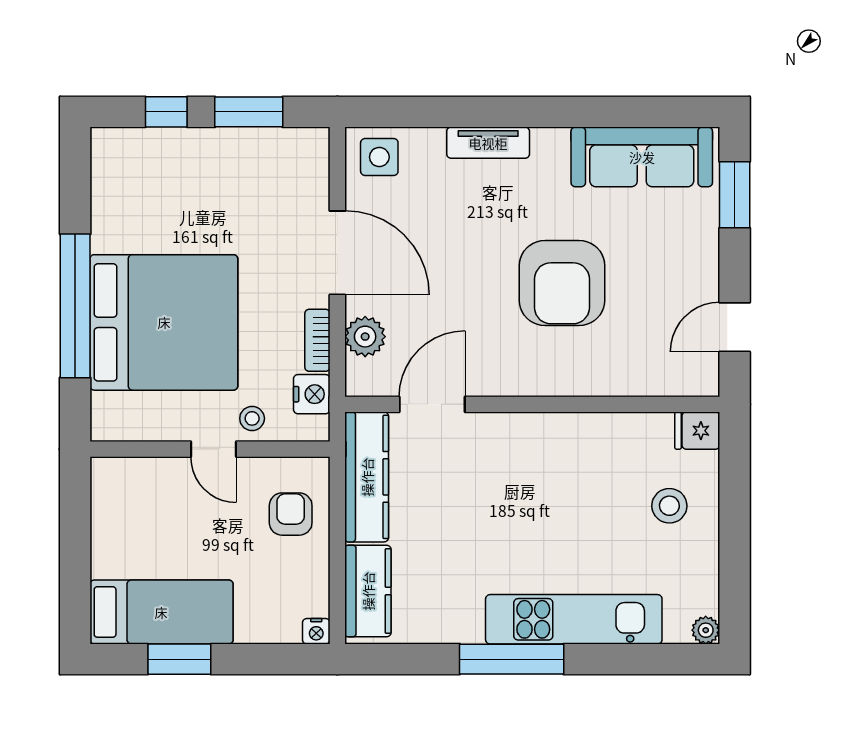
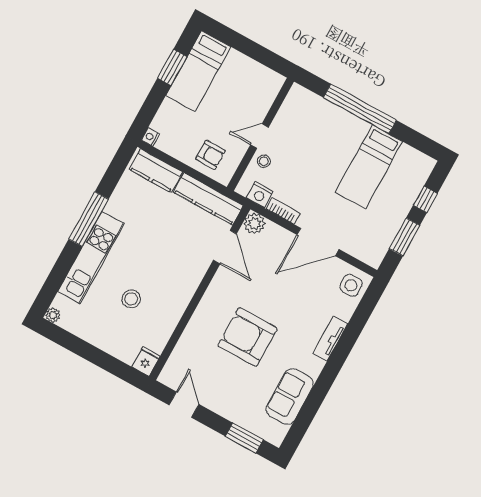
sofa: (642, 157) -> (290, 397), width x0.73
bed: (164, 322) -> (369, 167), moved, width x0.49
plant: (365, 337) -> (254, 223), moved
stool: (669, 506) -> (131, 299), moved

